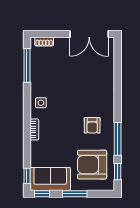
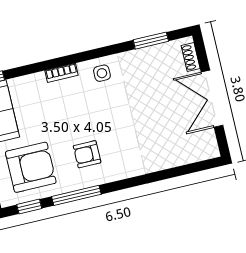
double door: (89, 34) -> (212, 99), moved
window: (27, 65) -> (151, 41), width x0.69
armchair: (92, 165) -> (31, 167), turned 90

